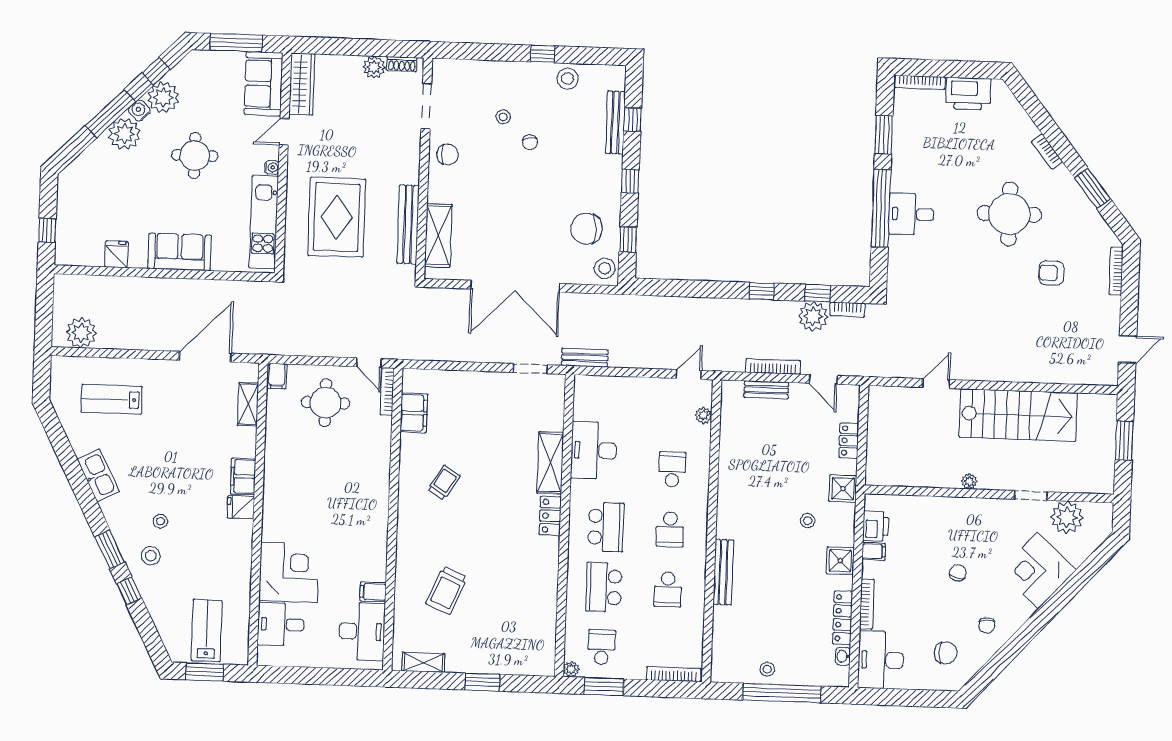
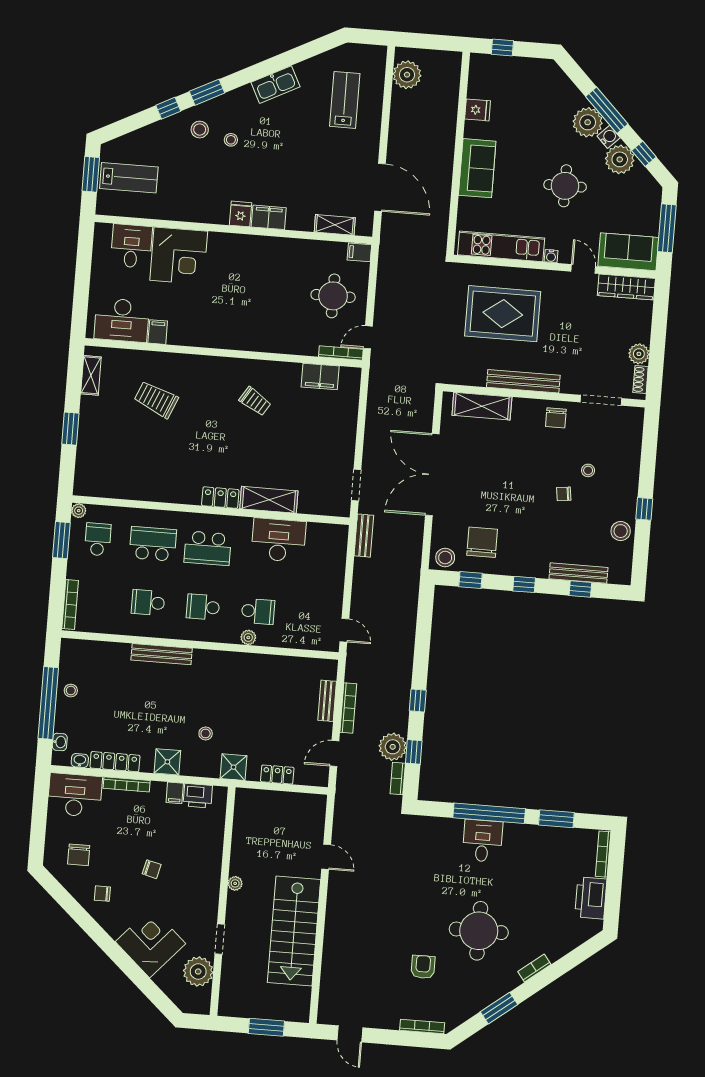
bench: (408, 224) -> (523, 381), moved
plant: (703, 415) -> (248, 637), moved
school desk: (602, 647) -> (98, 539), turned -90
washbasin: (824, 679) -> (60, 742), added

